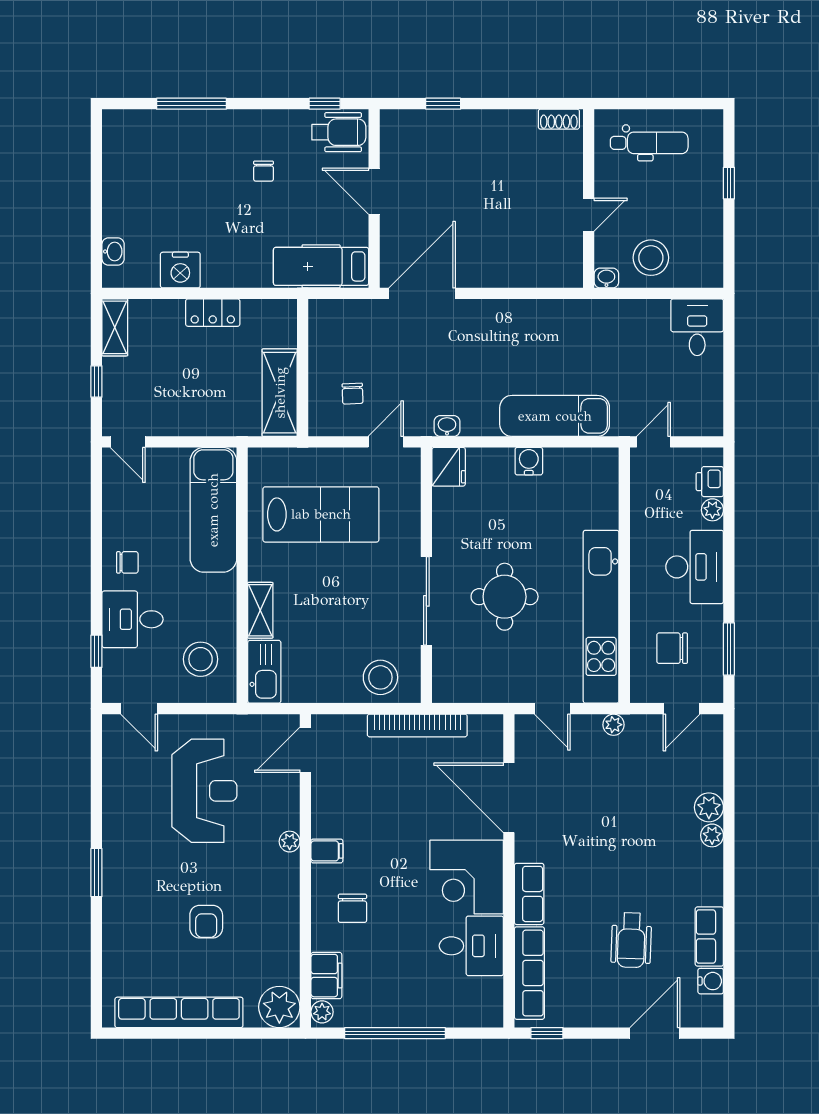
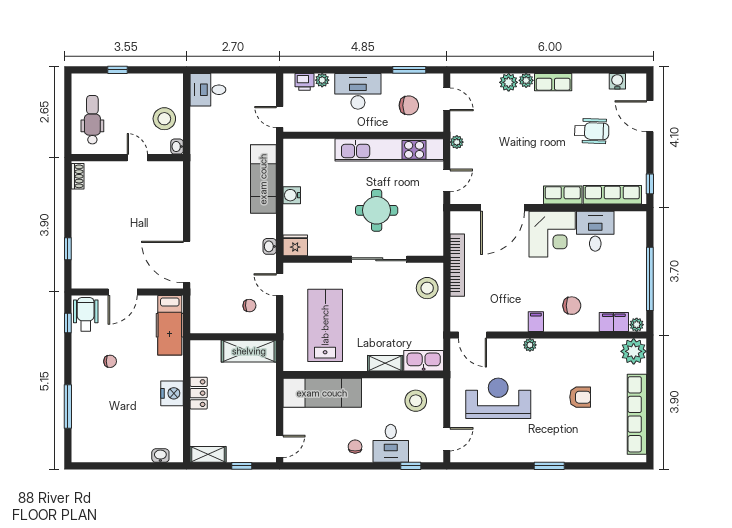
nightstand: (180, 270) -> (172, 393), moved
chair: (672, 648) -> (409, 105), turned -90
row of seats: (709, 937) -> (553, 82), moved

